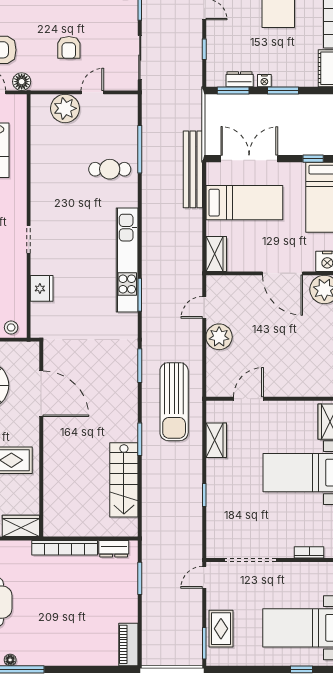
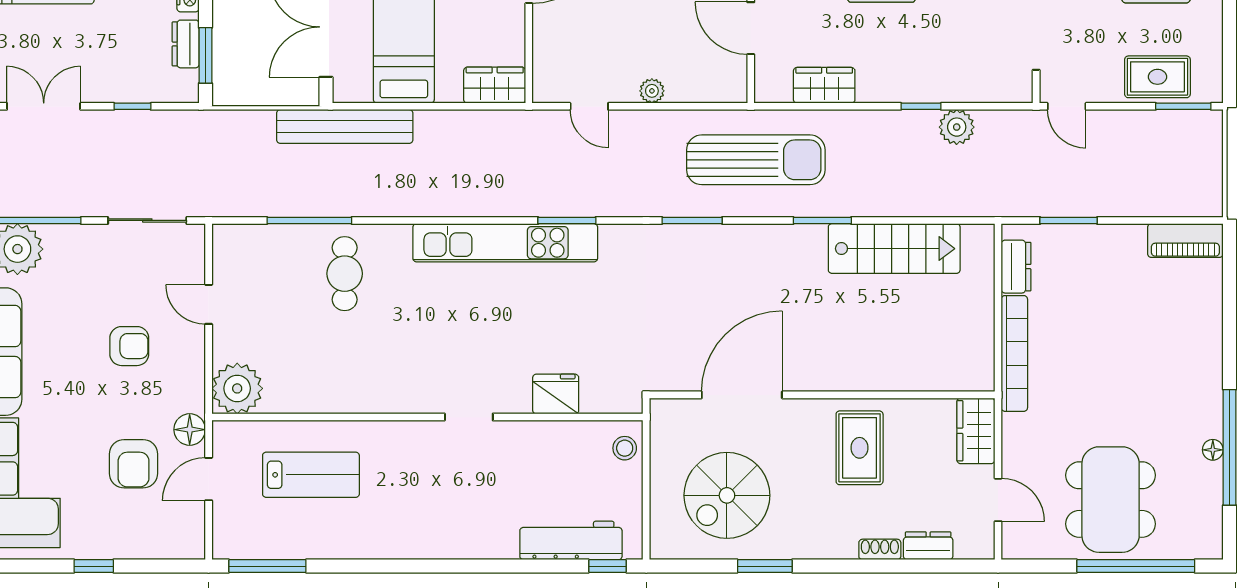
plant: (65, 108) -> (237, 388), moved
plant: (219, 337) -> (652, 91), width x0.53, depth x0.53
plant: (193, 515) -> (957, 127), added

